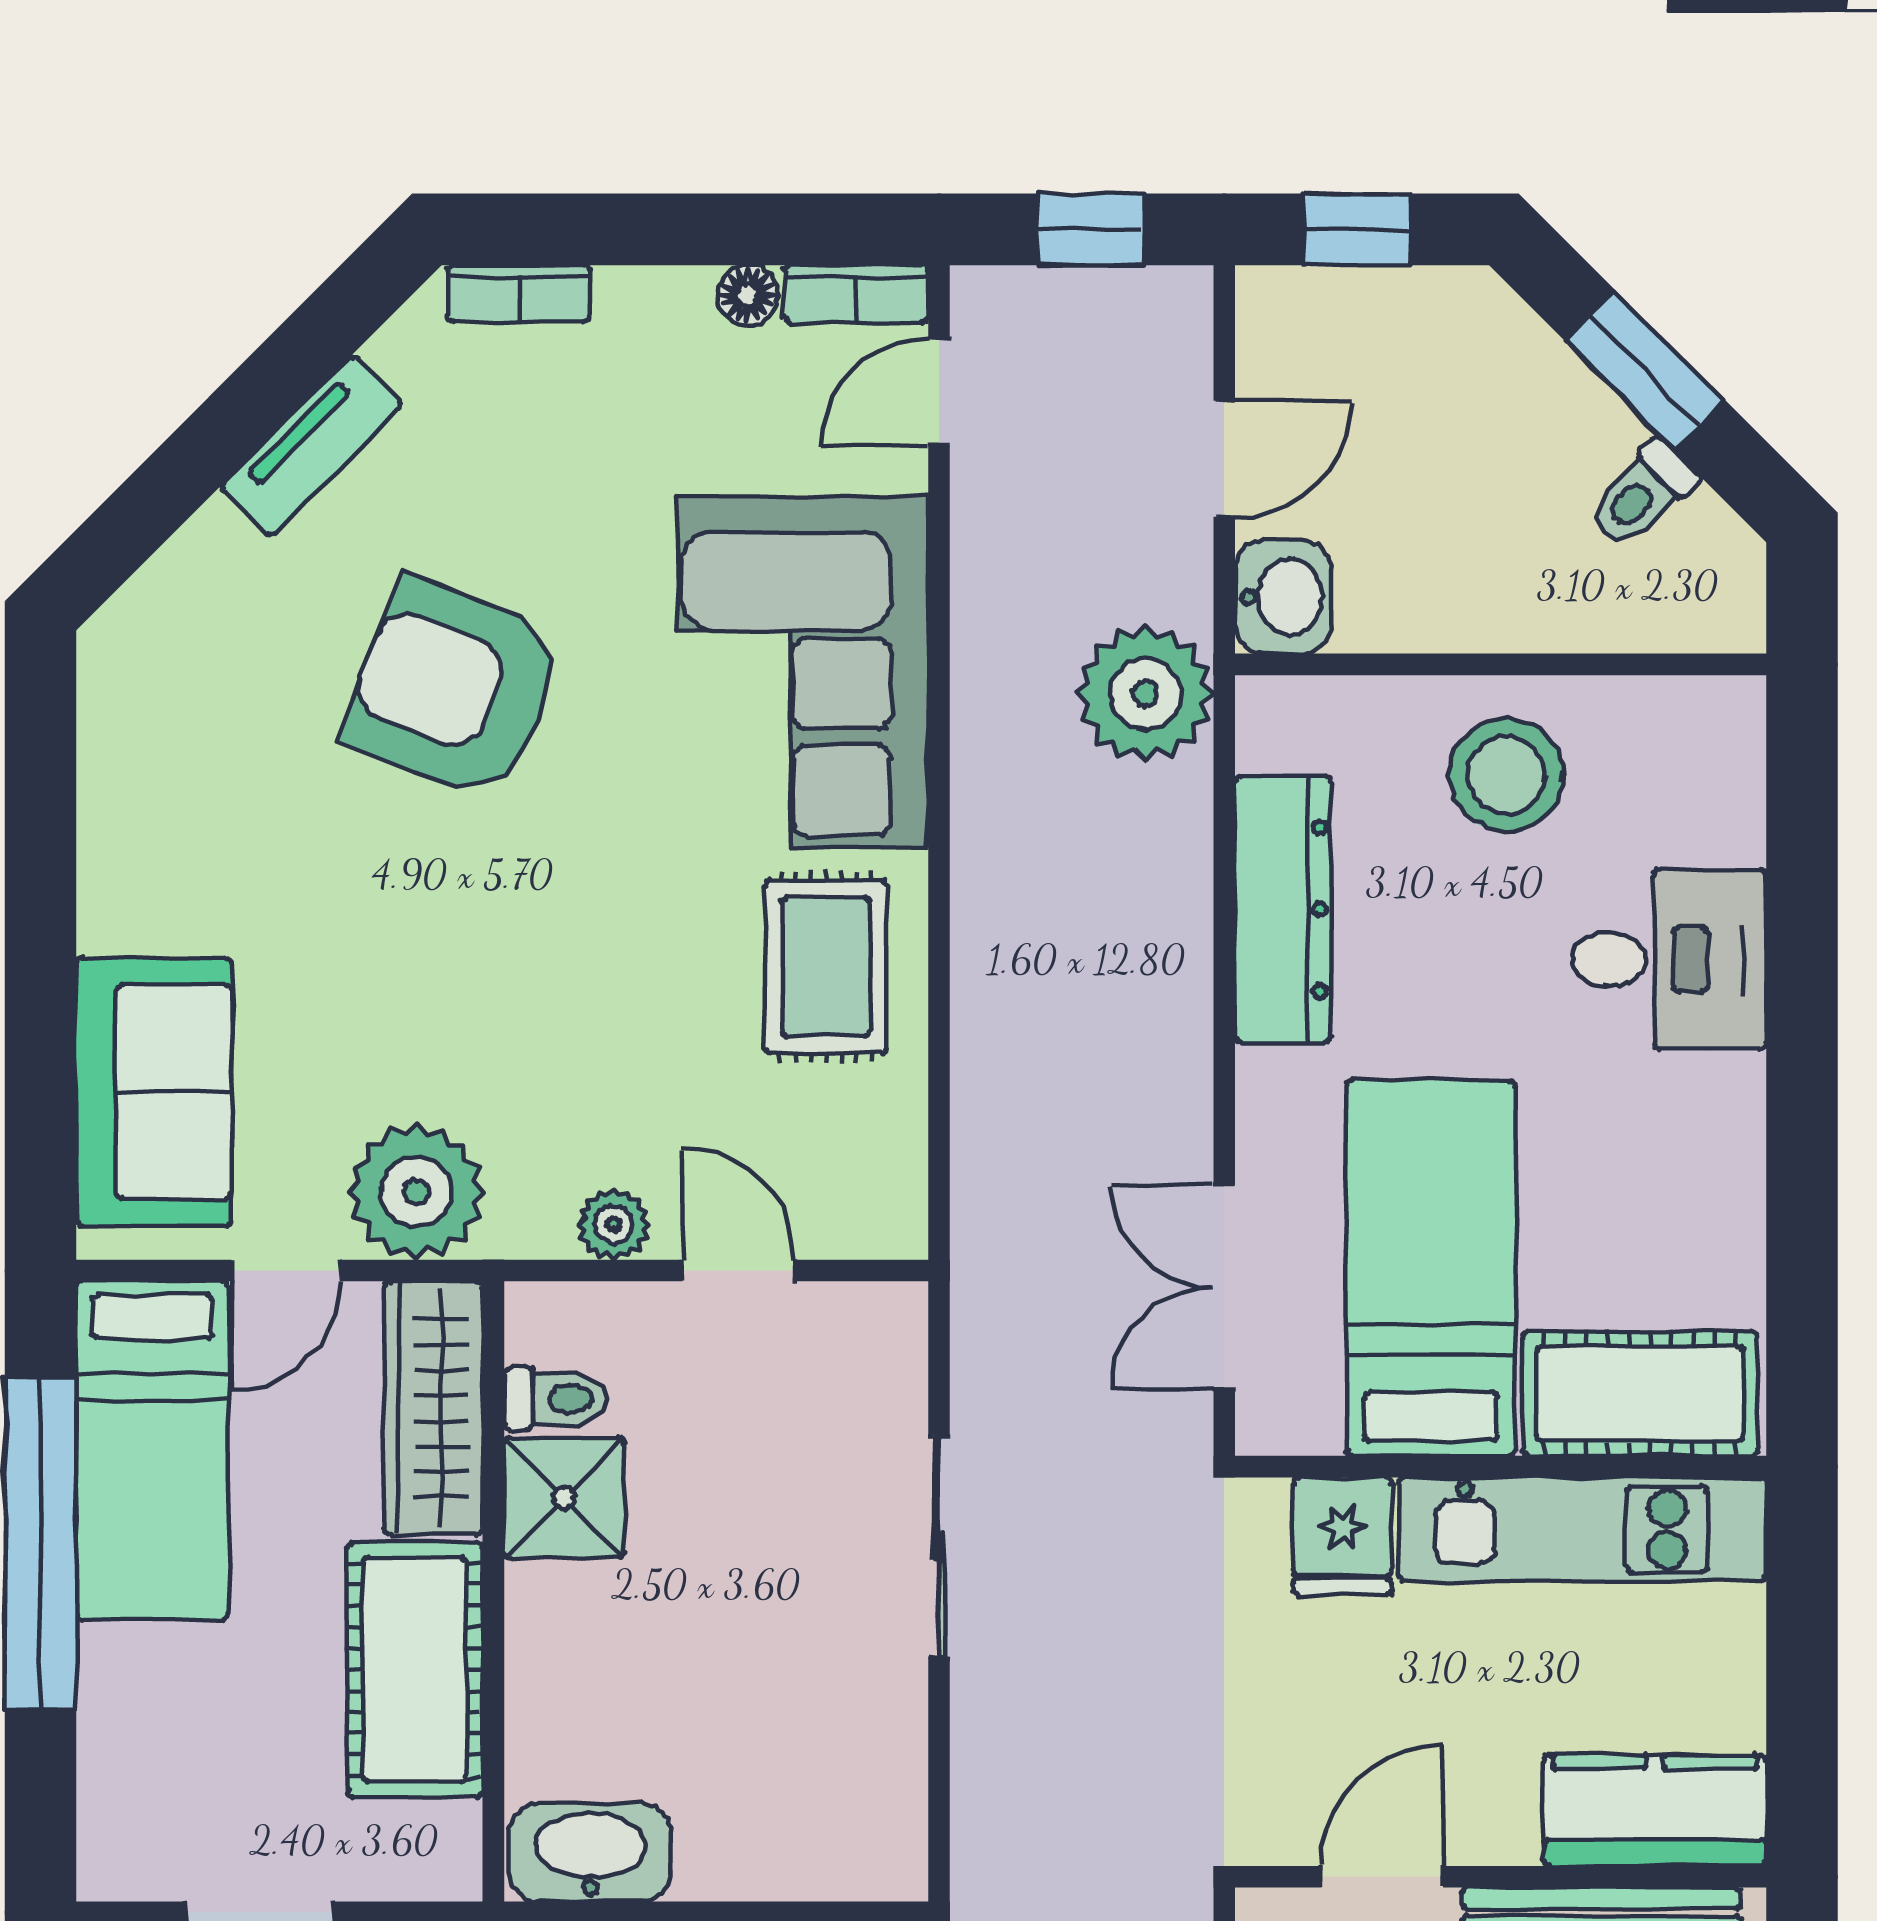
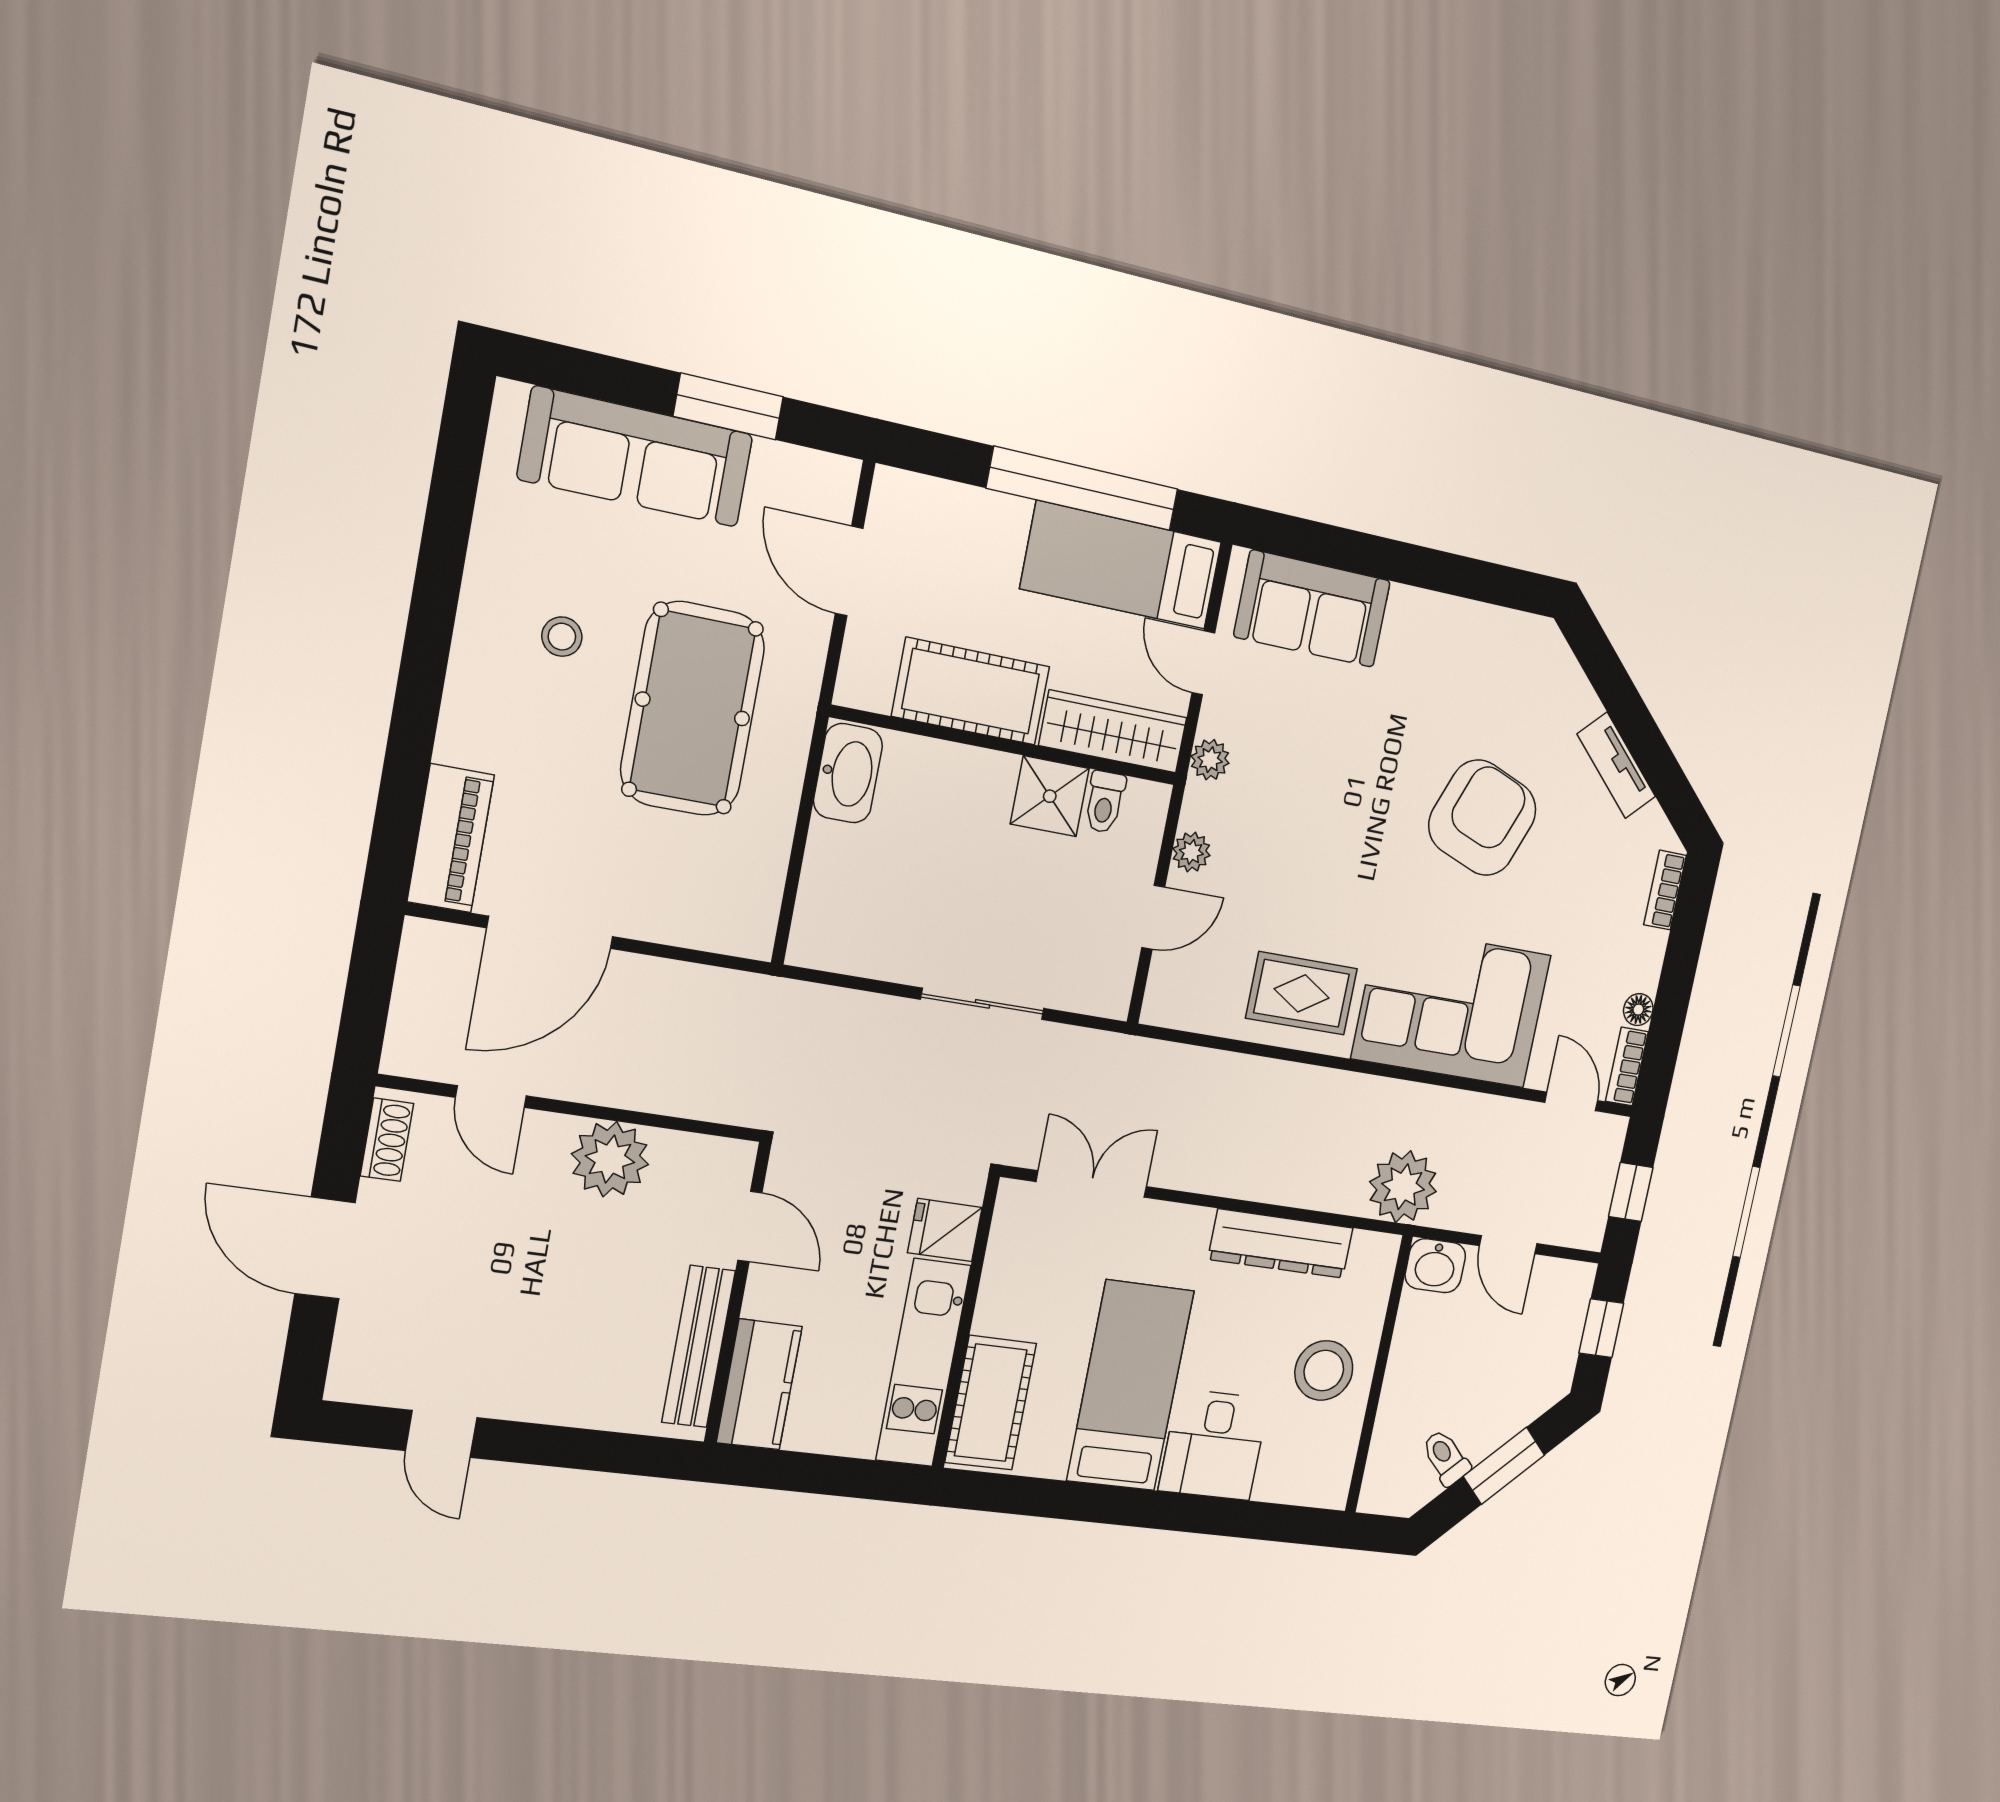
plant: (416, 1192) -> (1210, 760), width x0.53, depth x0.53
bed: (1431, 1268) -> (1130, 1386), moved, turned -90

